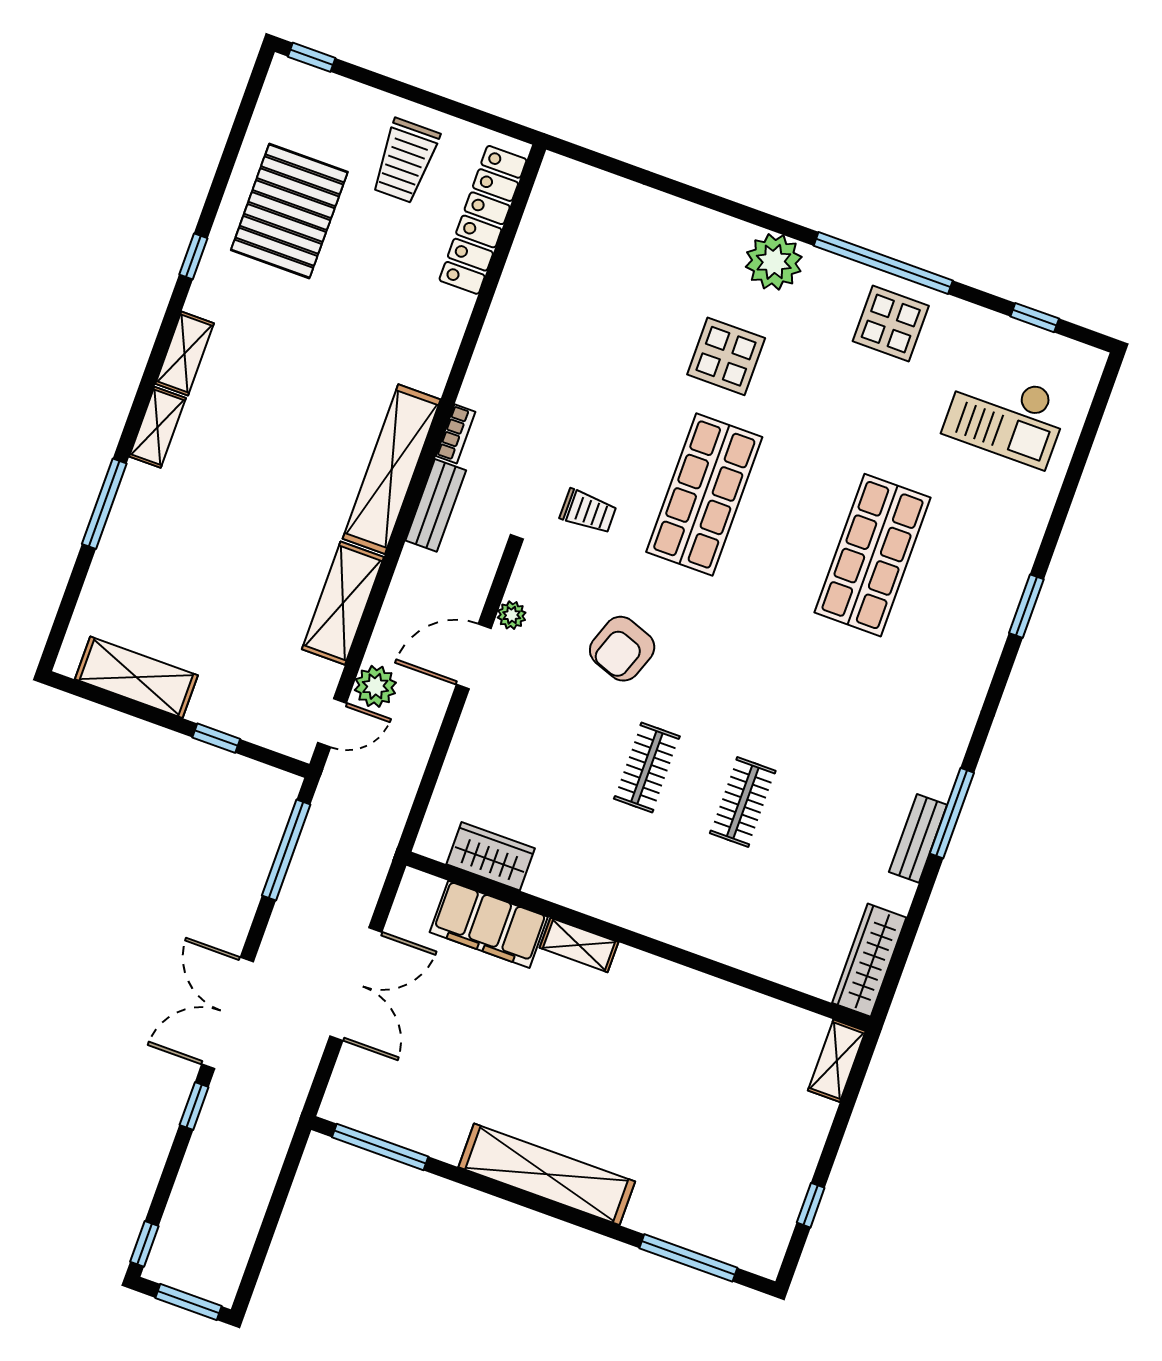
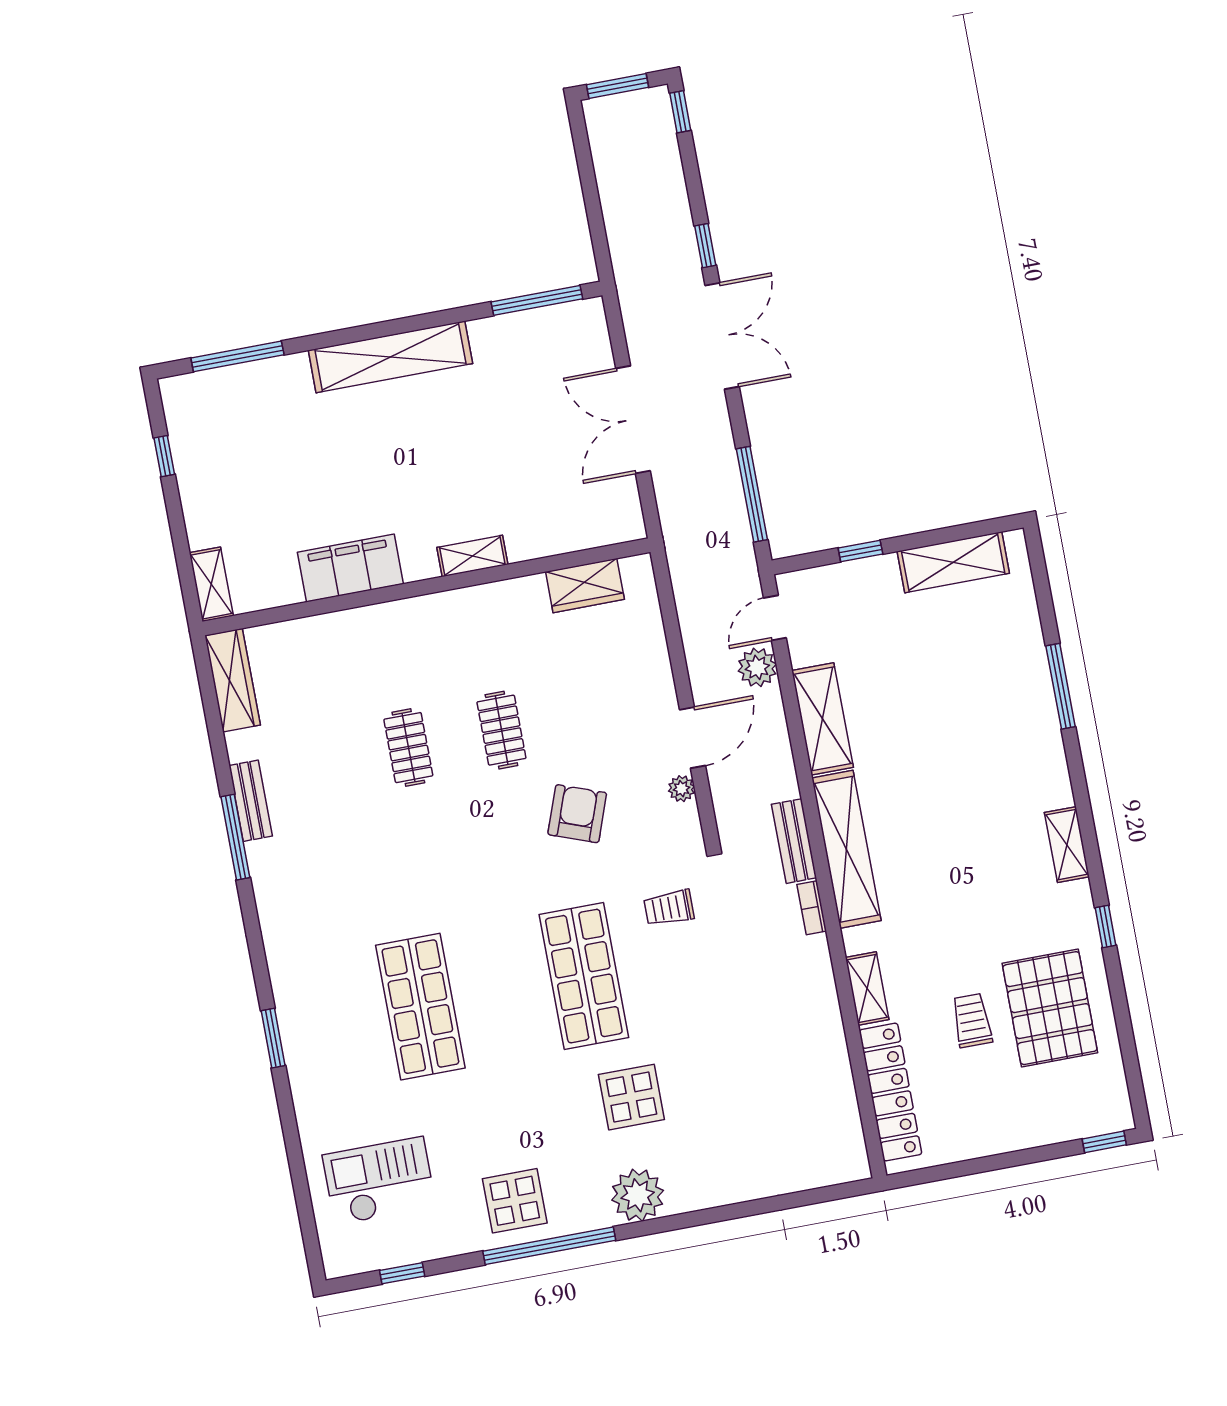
trolley: (405, 161) -> (972, 1021), moved, width x0.73, depth x0.72
shelving: (158, 427) -> (867, 989), moved
filing cabinet: (489, 924) -> (350, 568), moved

